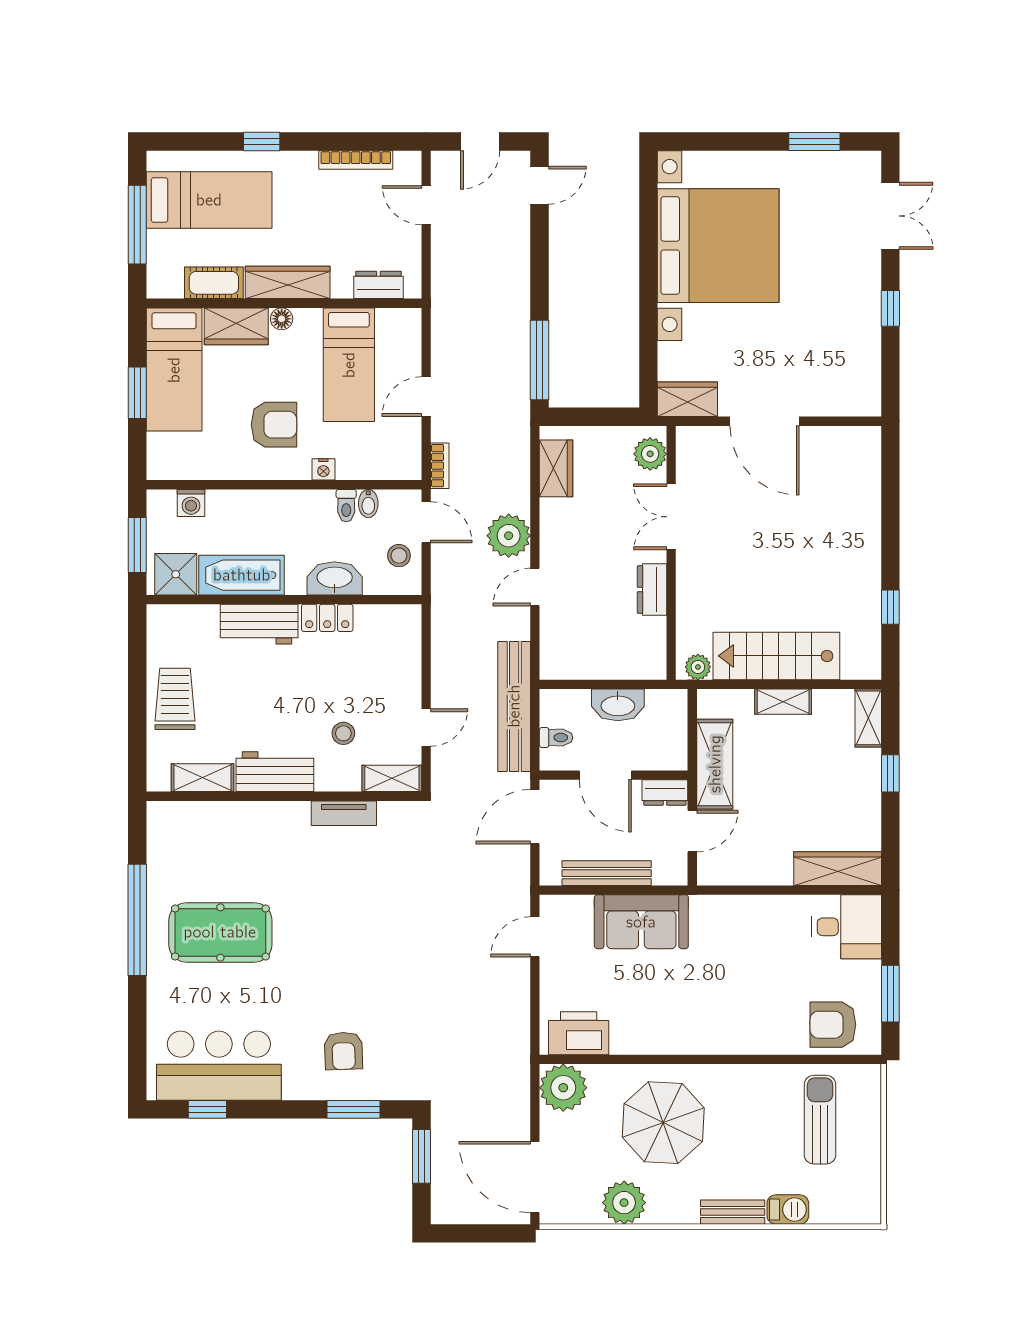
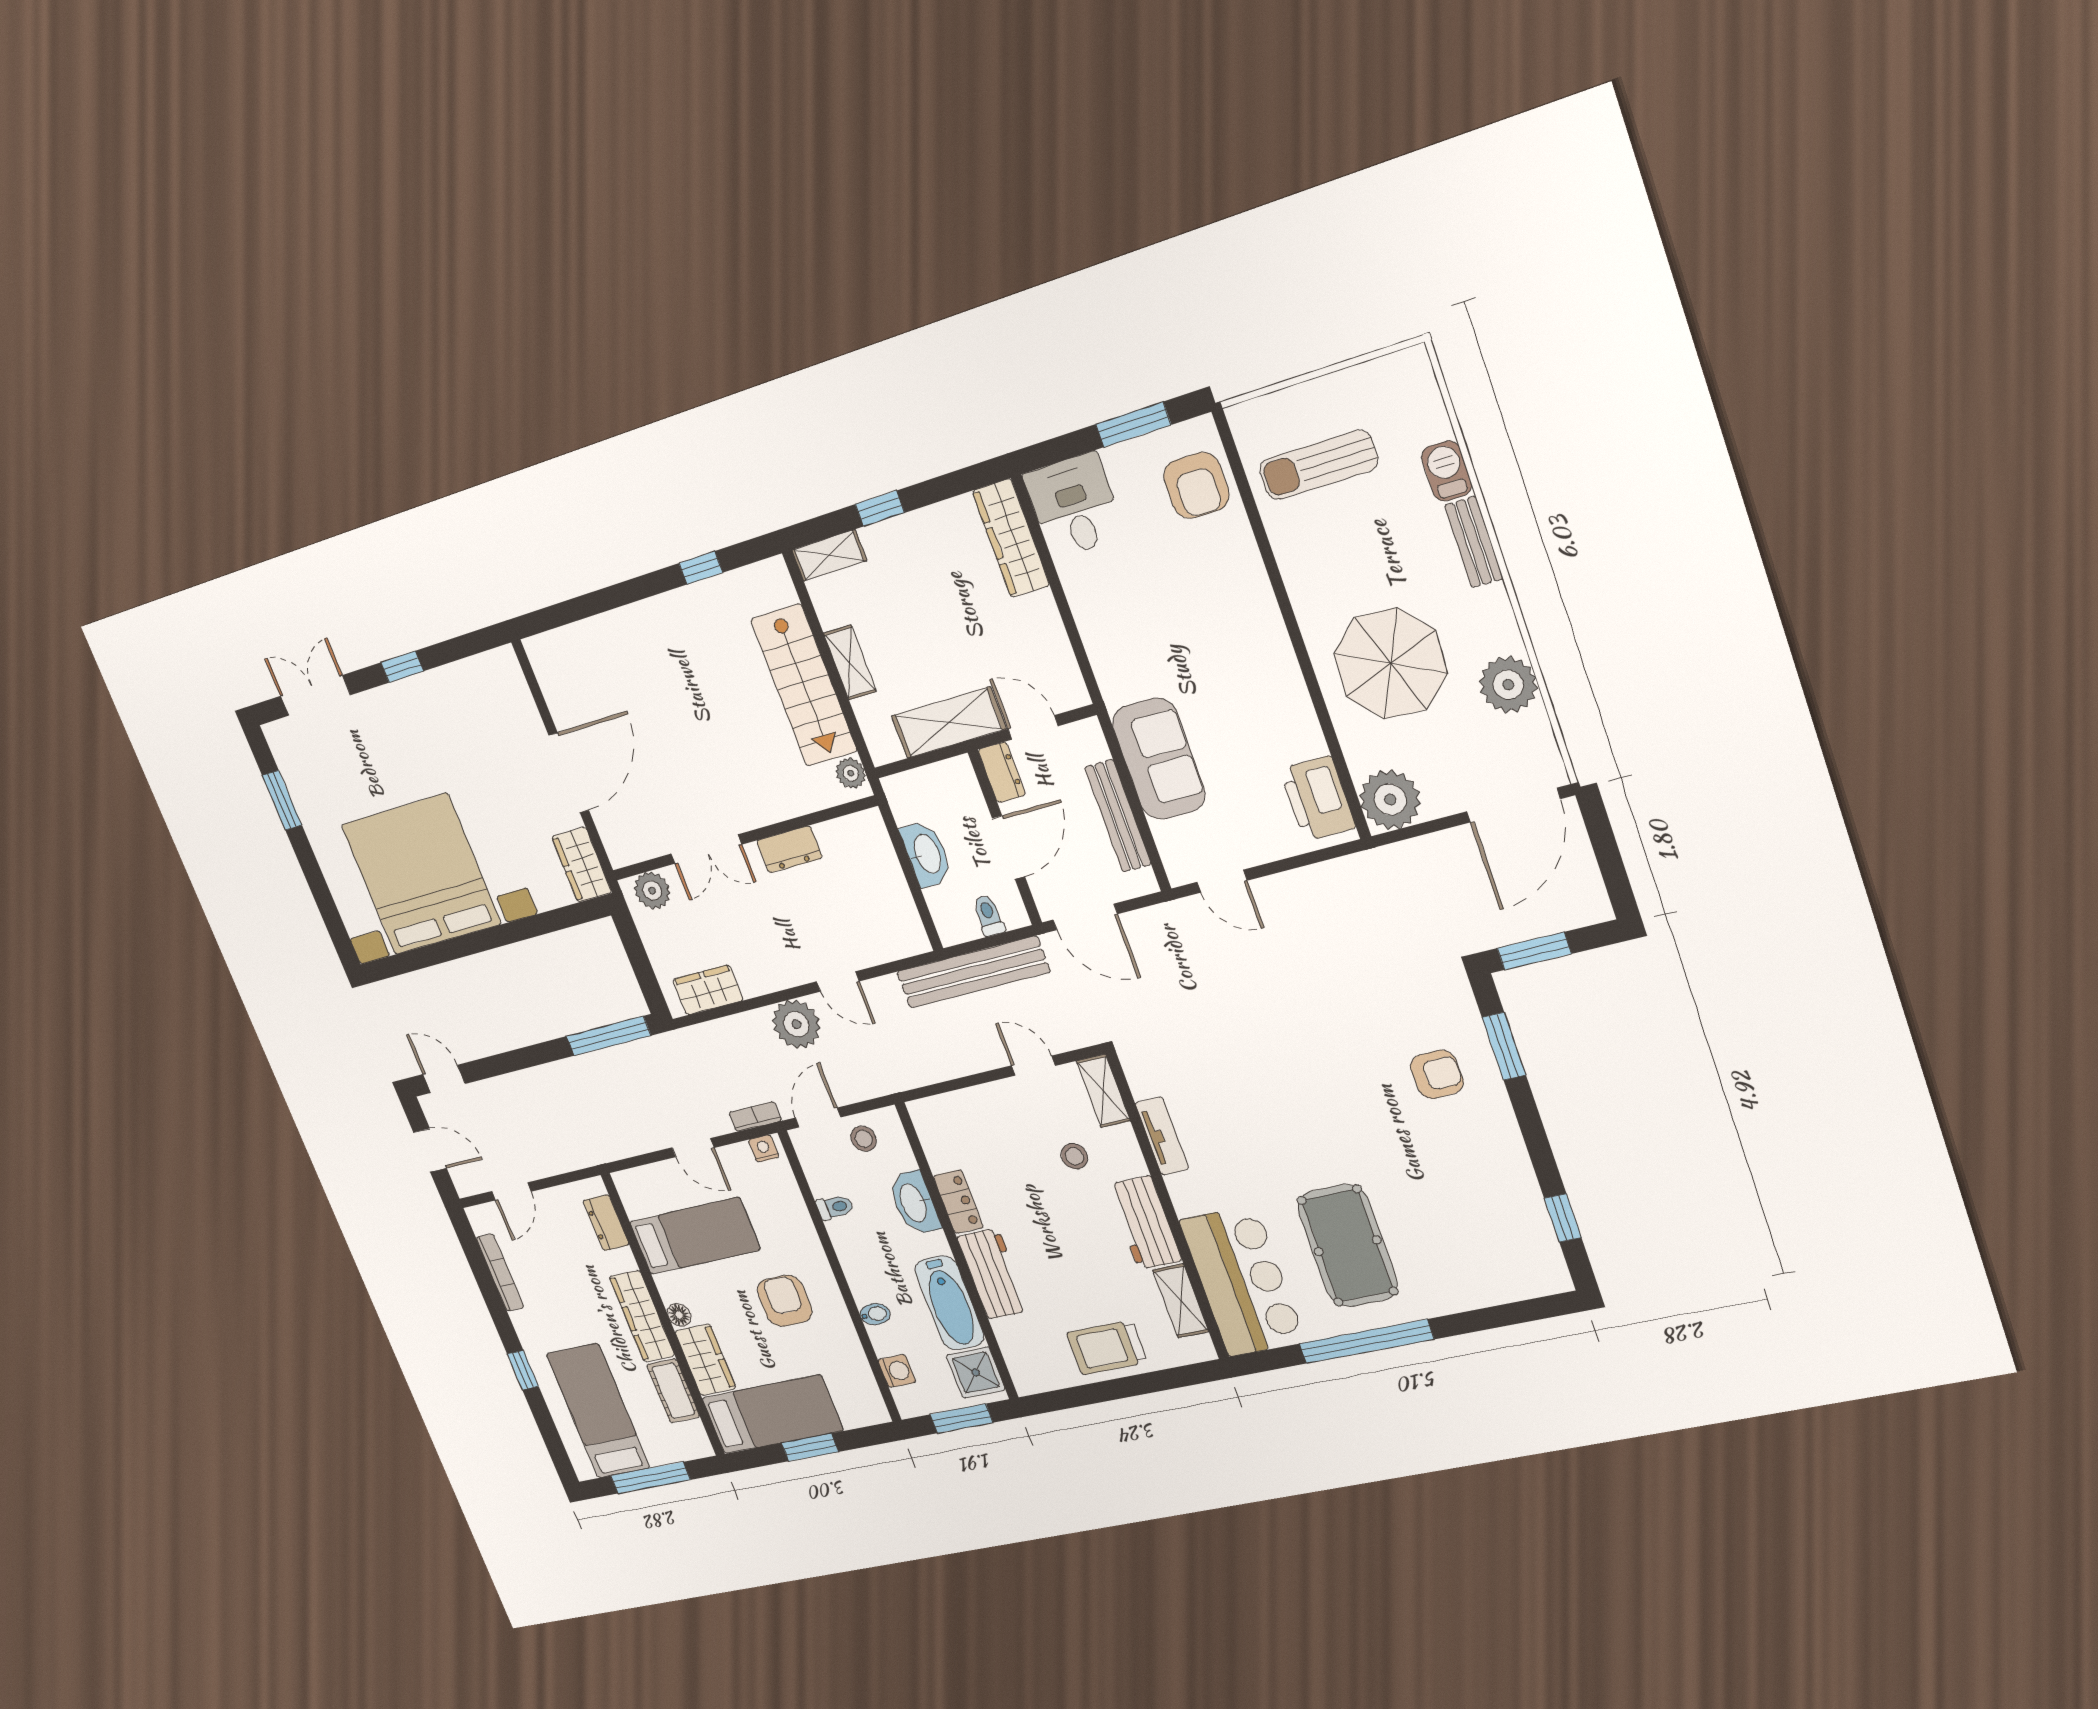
nightstand: (323, 469) -> (764, 1148), moved, turned -90
bidet: (368, 504) -> (875, 1314), moved
bar counter: (219, 1066) -> (1242, 1281), moved, turned 180

